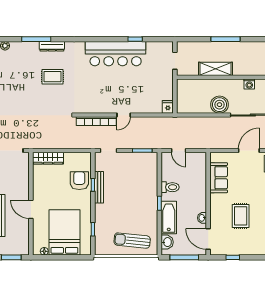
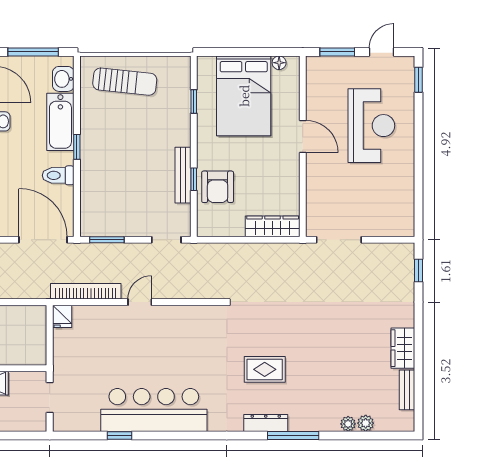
bookcase: (96, 121) -> (86, 291), moved
door: (179, 150) -> (43, 240), width x1.87

